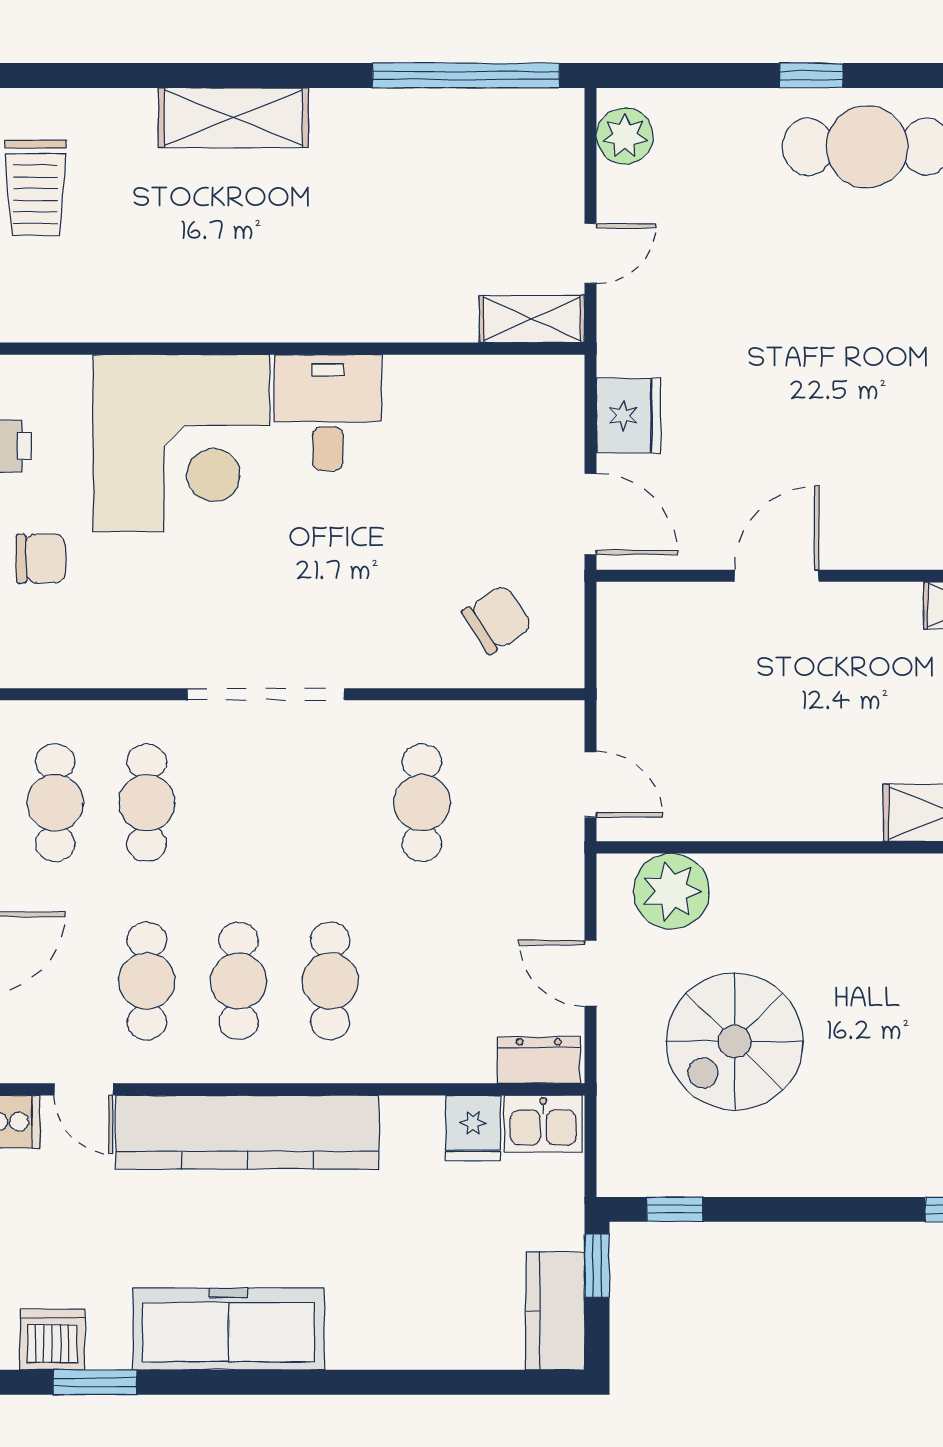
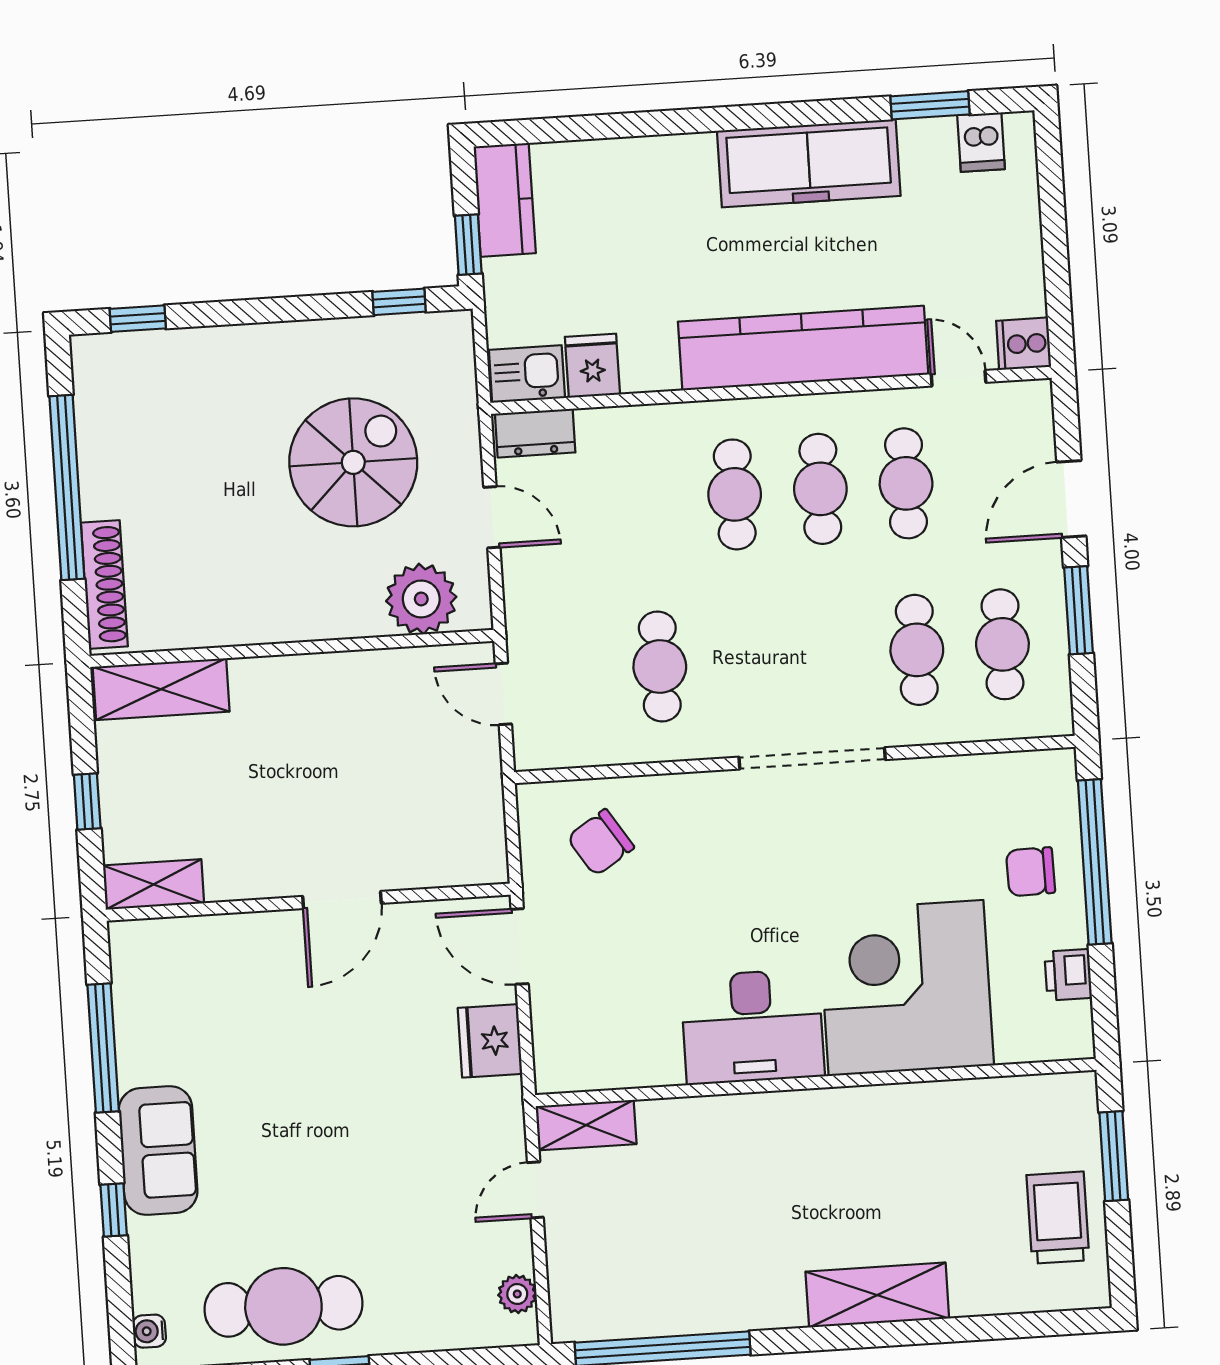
plant: (625, 136) -> (517, 1294), width x0.73, depth x0.73
desk: (328, 413) -> (752, 1027), width x1.37
dishwasher: (52, 1340) -> (981, 142), width x0.73

